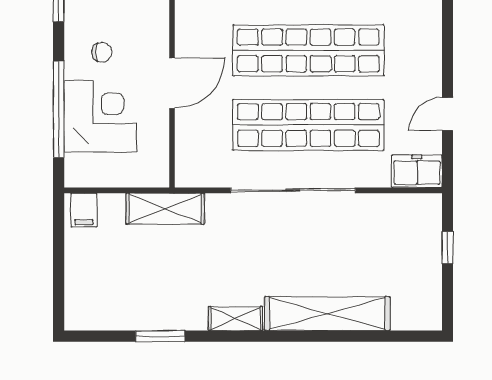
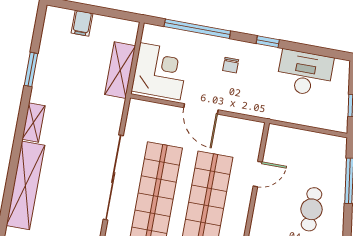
corner desk: (100, 116) -> (160, 71), moved, turned -90
shelving: (165, 209) -> (120, 70), moved
filing cabinet: (84, 210) -> (82, 23), moved, turned -90

